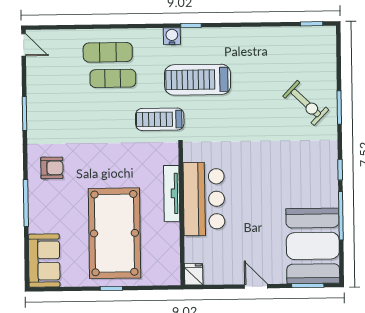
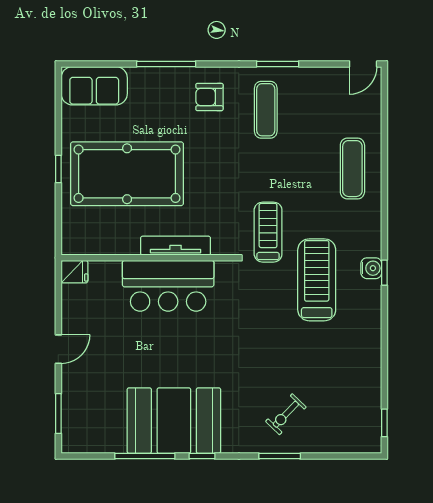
water cooler: (172, 36) -> (371, 268), moved
exercise mat: (113, 78) -> (266, 110), moved
exercise bike: (306, 103) -> (286, 414), width x0.73, depth x0.72
armchair: (52, 168) -> (209, 97), turned 90
booth: (313, 246) -> (174, 421), moved

